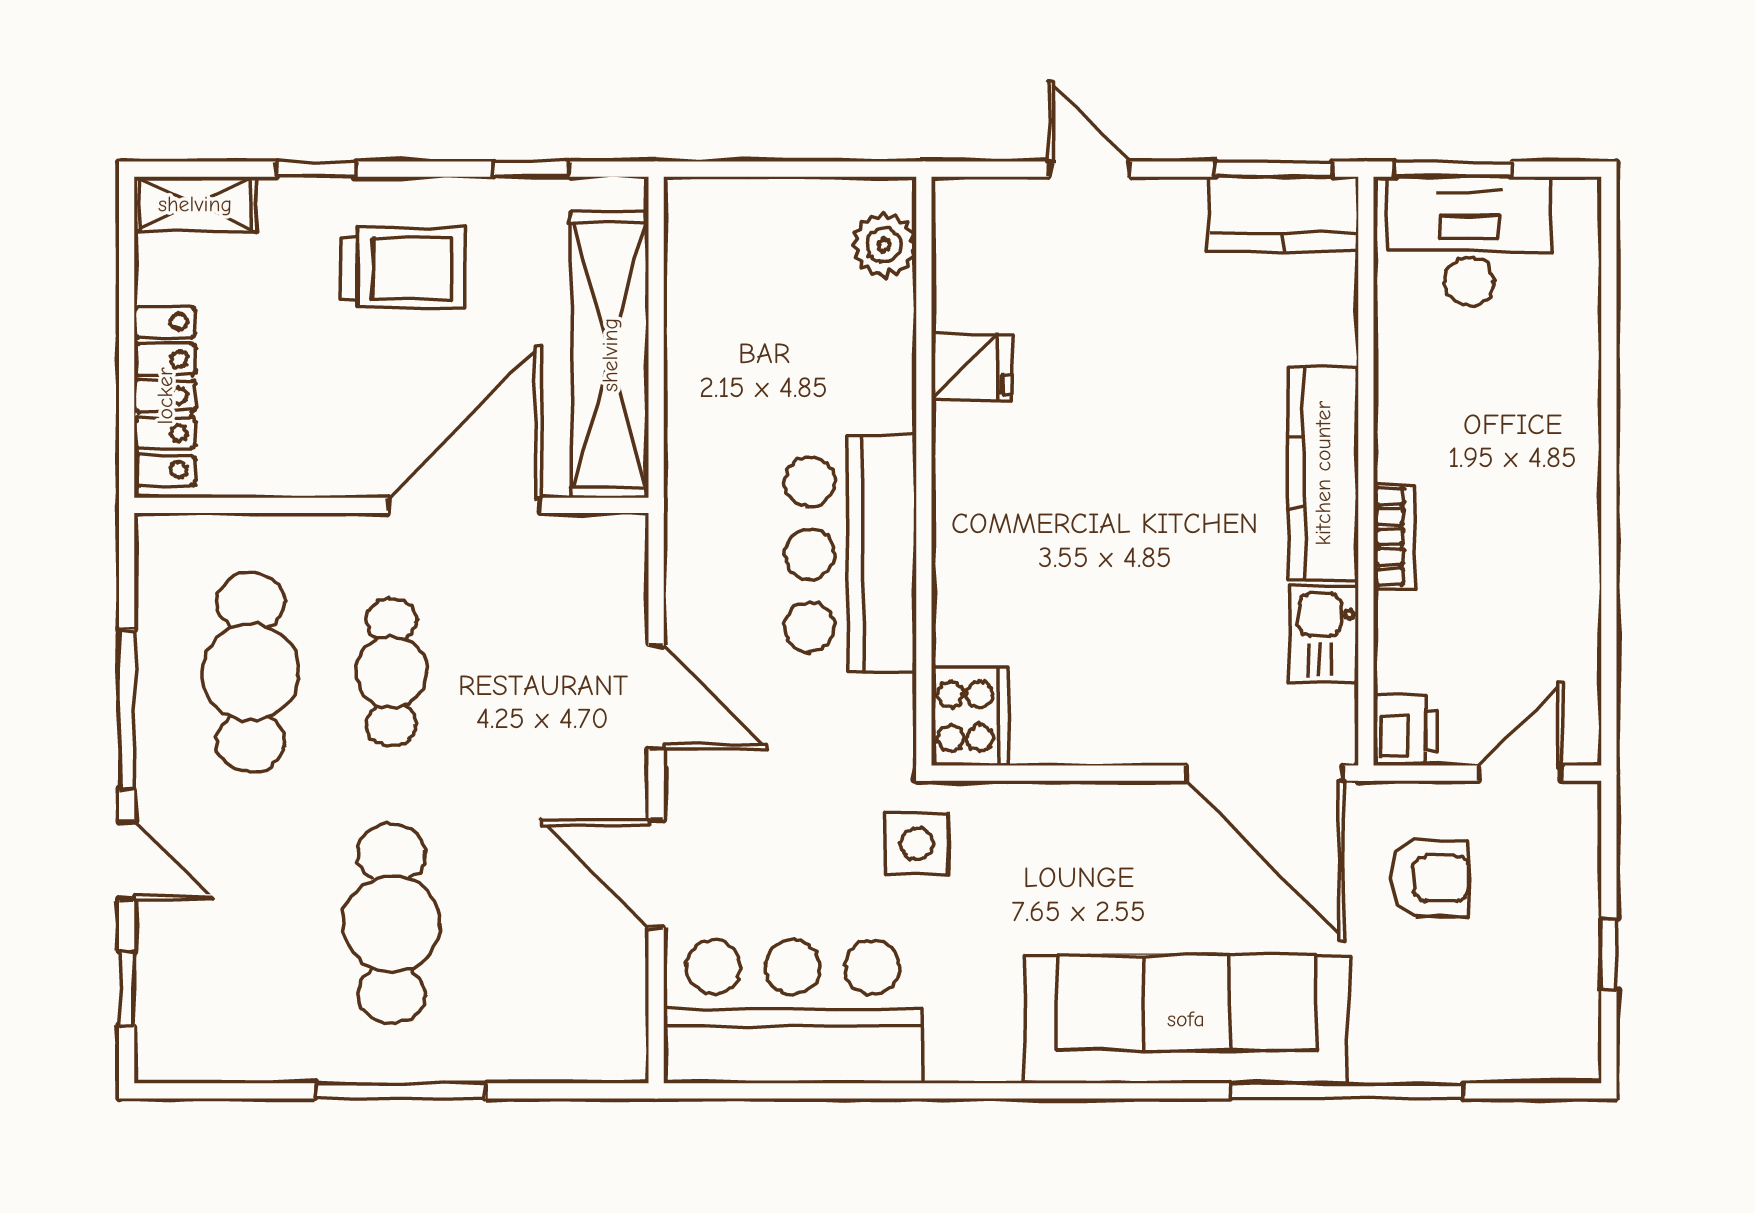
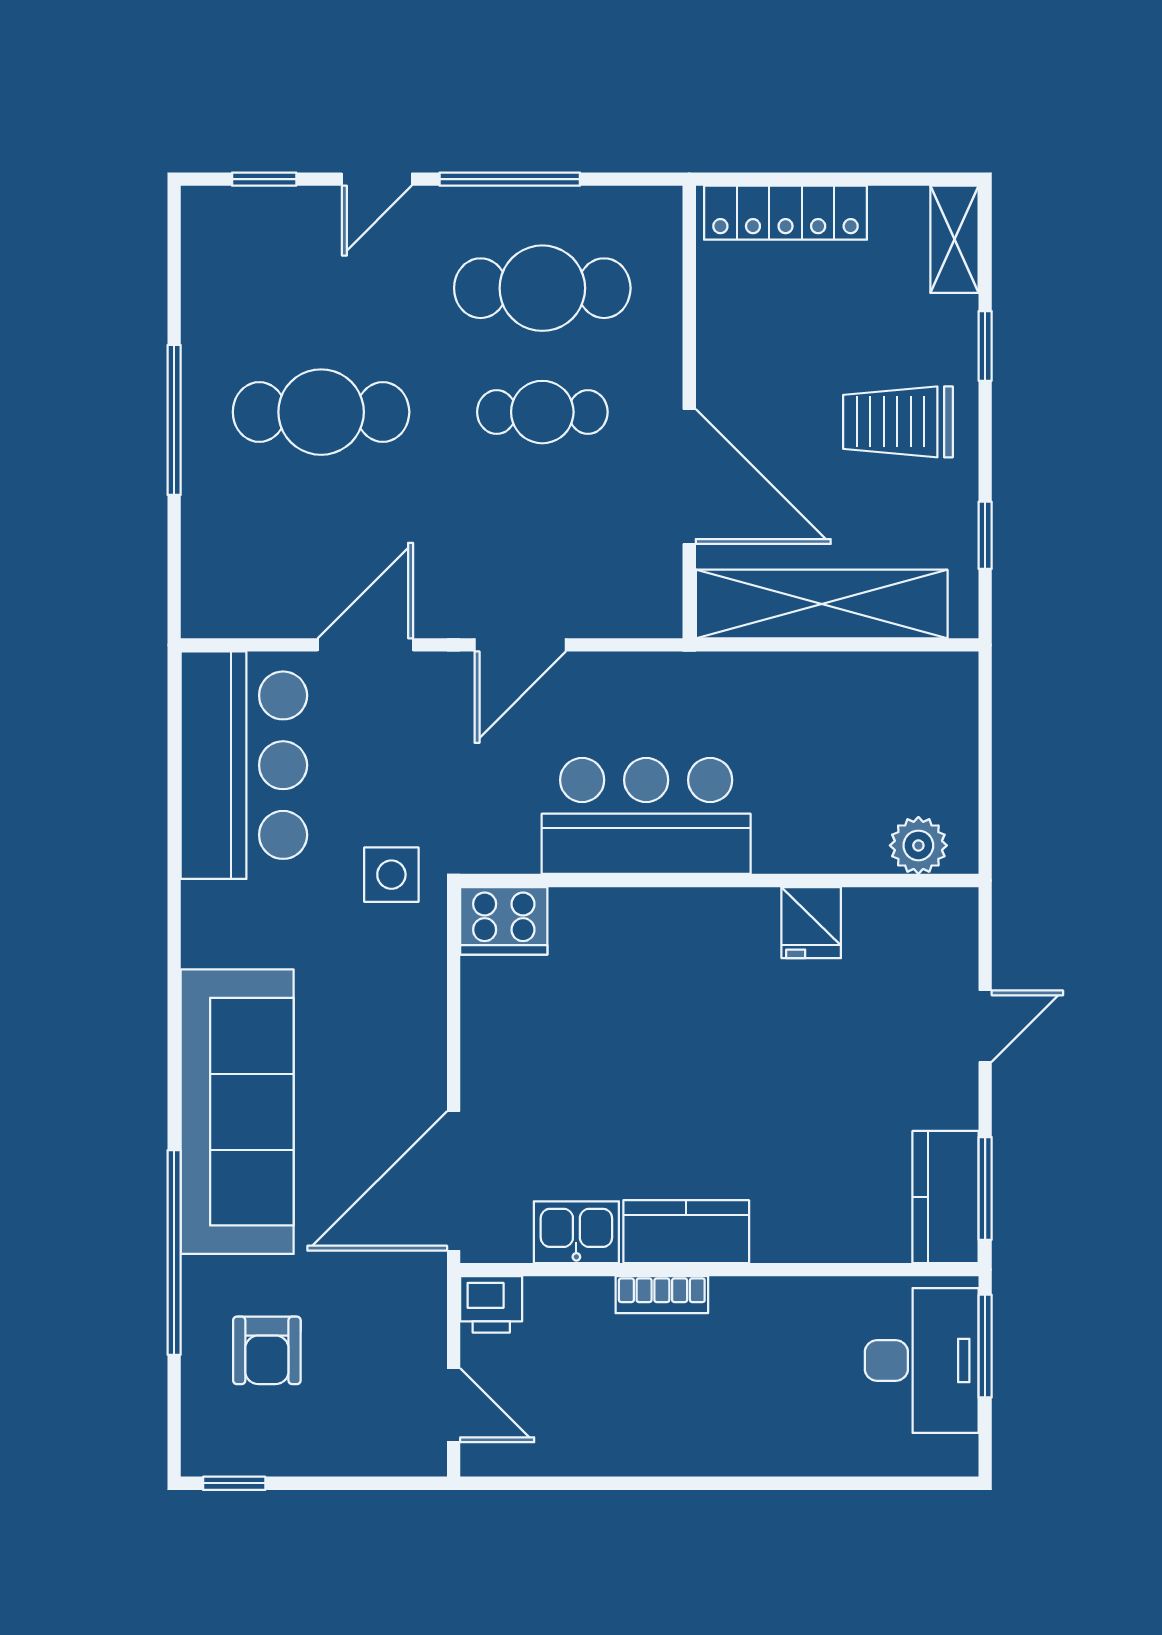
trolley: (403, 268) -> (898, 422), turned 90
kitchen counter: (1323, 473) -> (686, 1232), width x0.67
armchair: (1430, 879) -> (267, 1350), moved
window: (1609, 954) -> (234, 1483), moved

